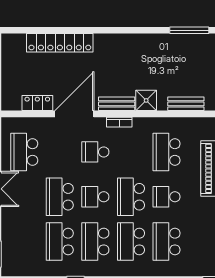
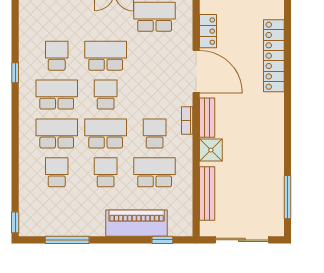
bench: (186, 104) -> (207, 193), width x1.36
school desk: (95, 152) -> (155, 133), moved
school desk: (60, 242) -> (57, 56), width x0.54
school desk: (167, 242) -> (57, 172), width x0.54

